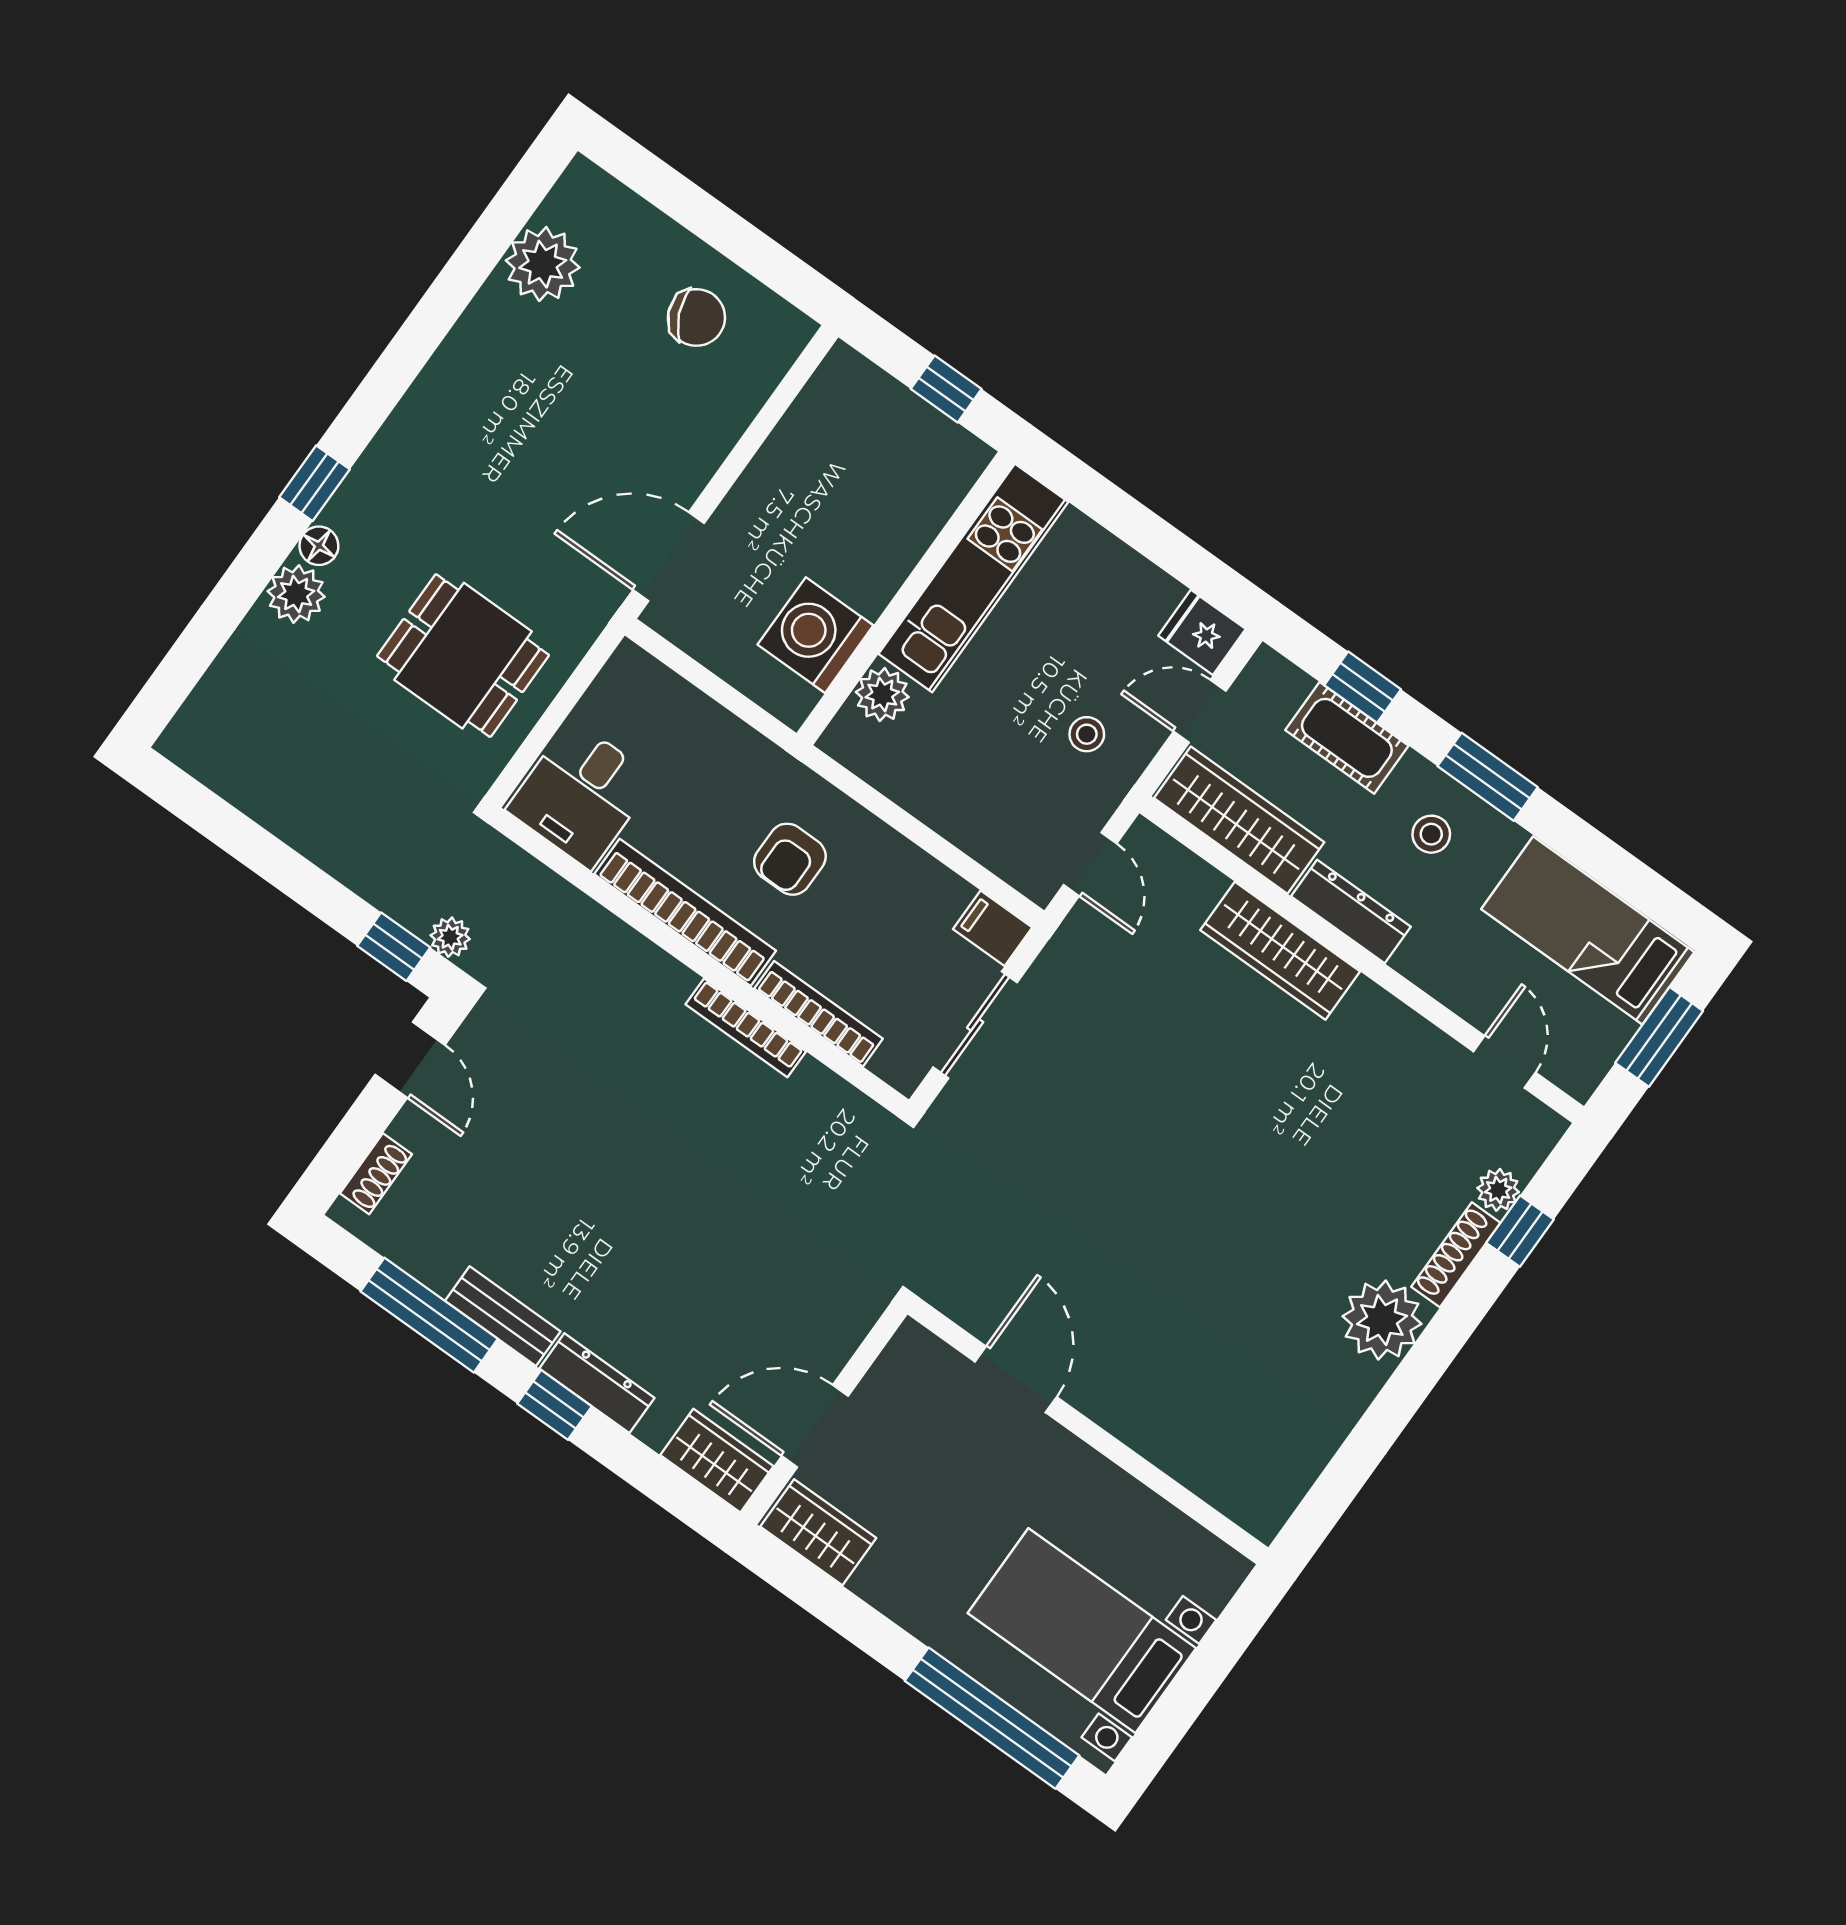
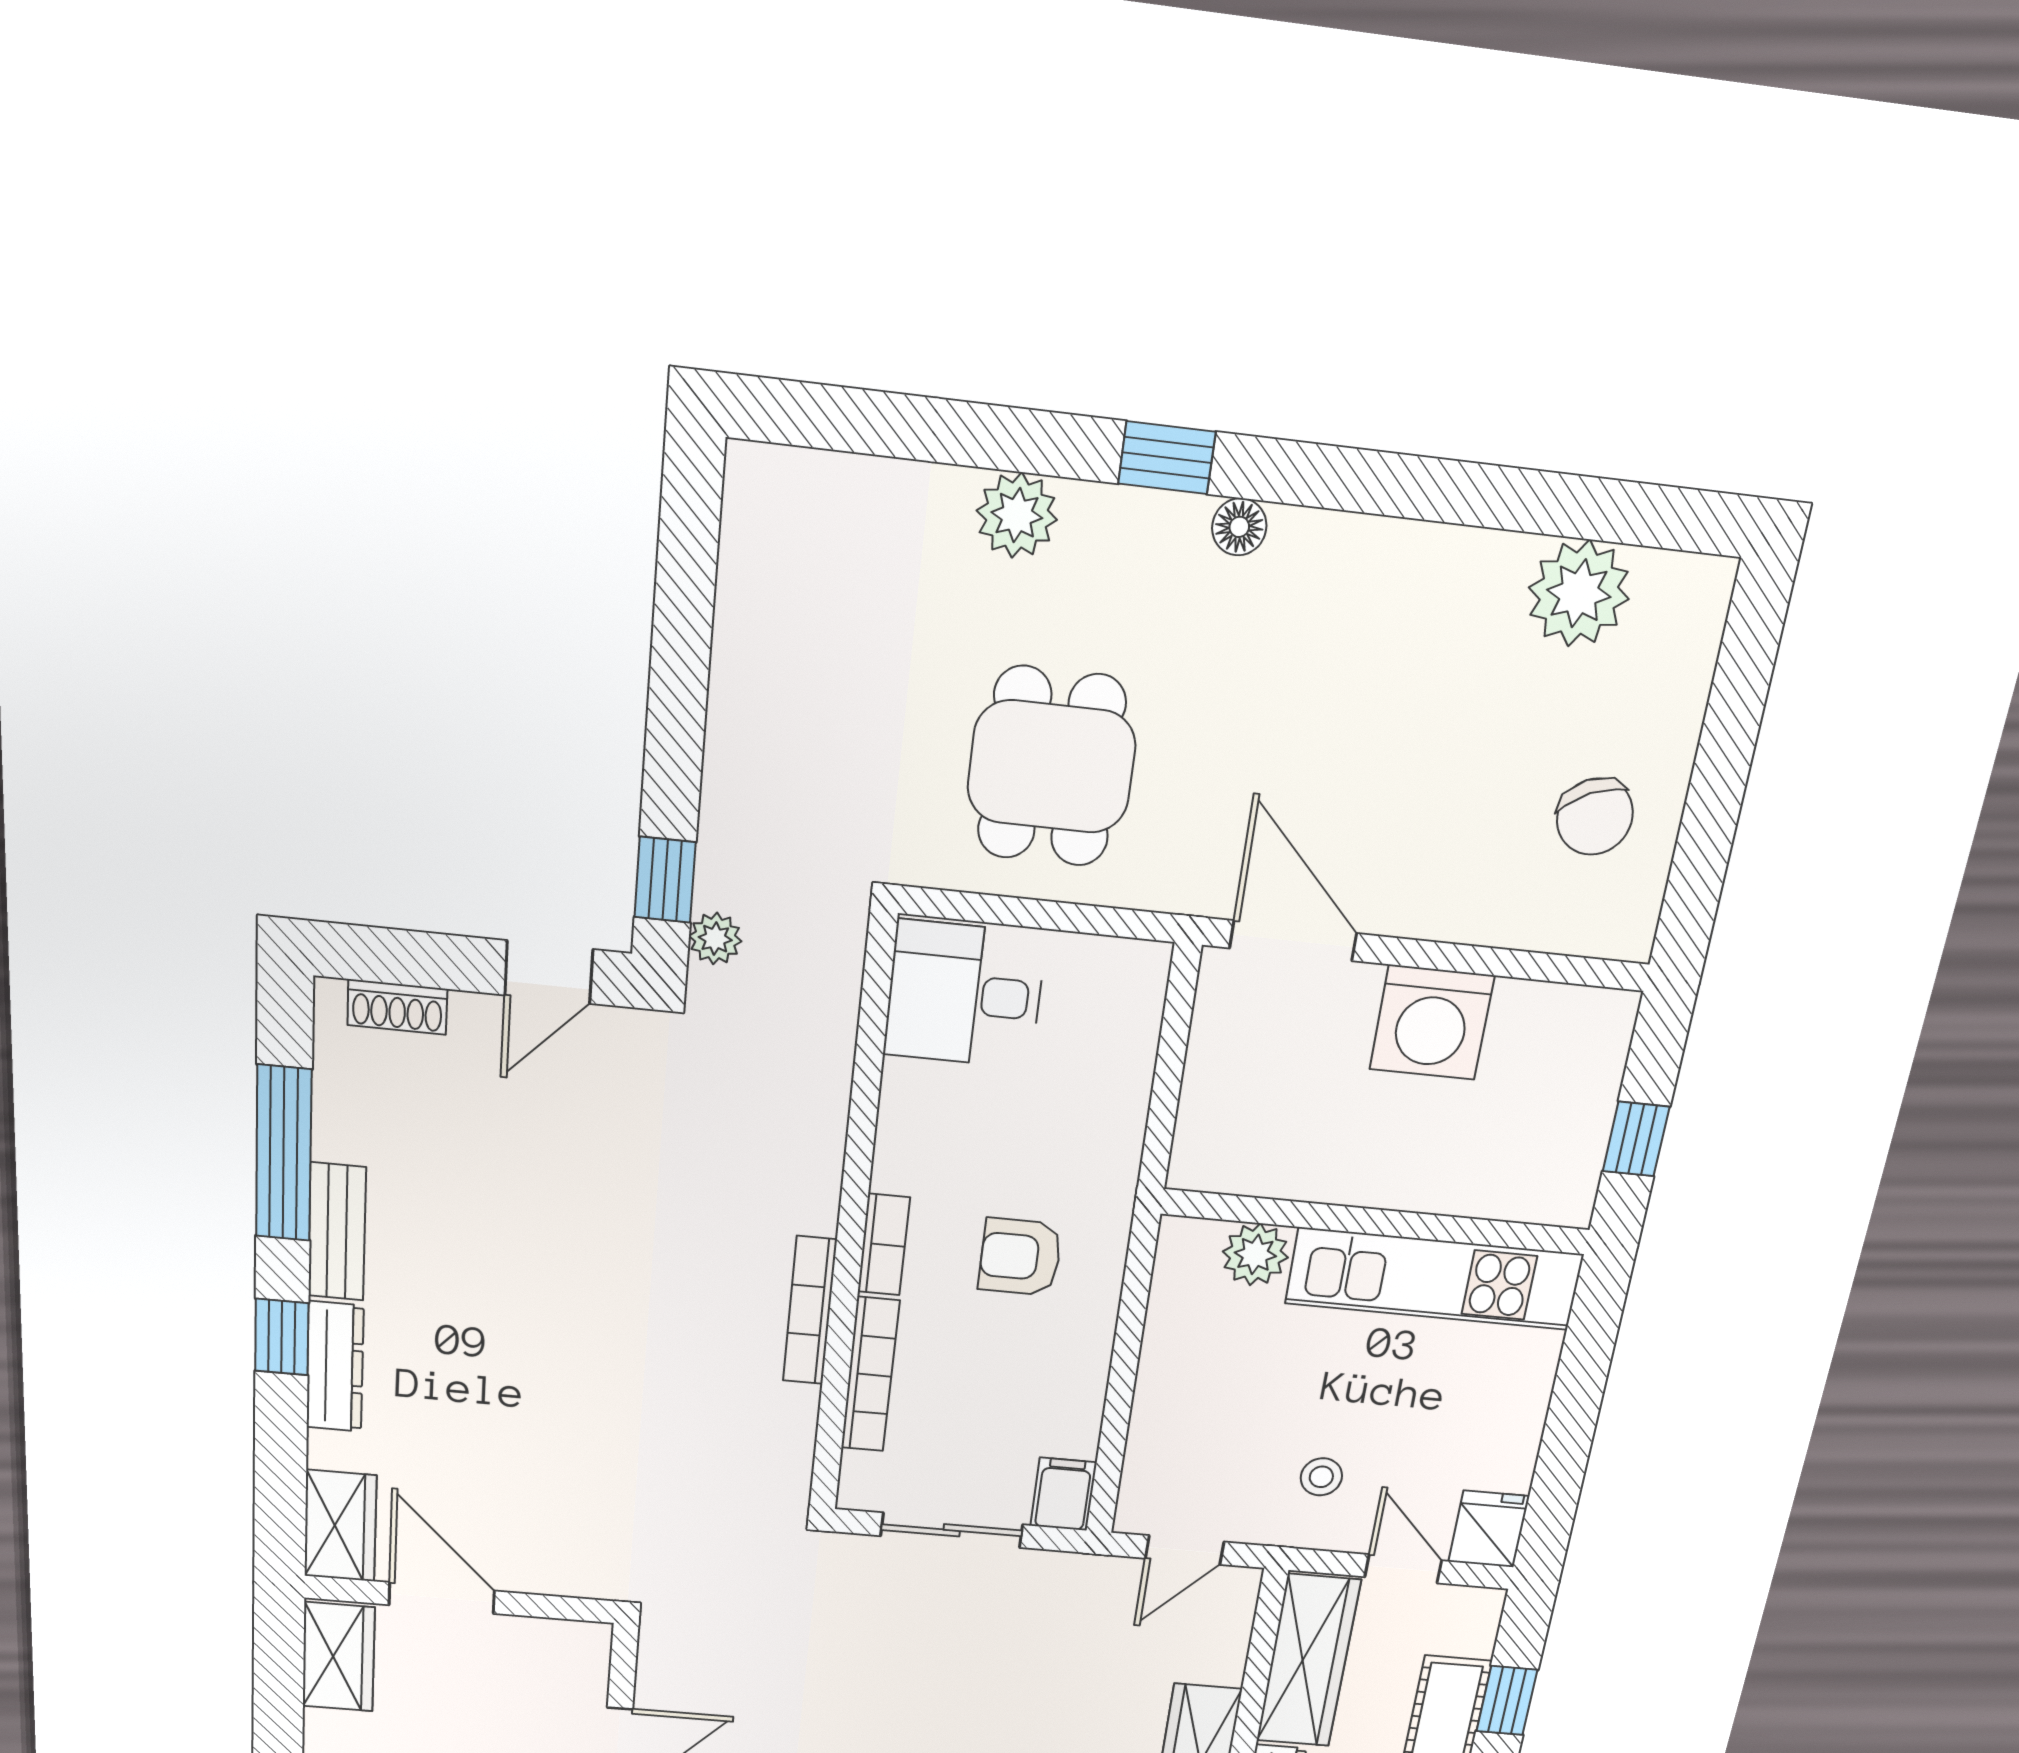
floor lamp: (319, 546) -> (1239, 527), moved
washing machine: (815, 635) -> (1432, 1023), moved, turned 180
bookcase: (685, 912) -> (884, 1245), width x0.43, depth x0.76

